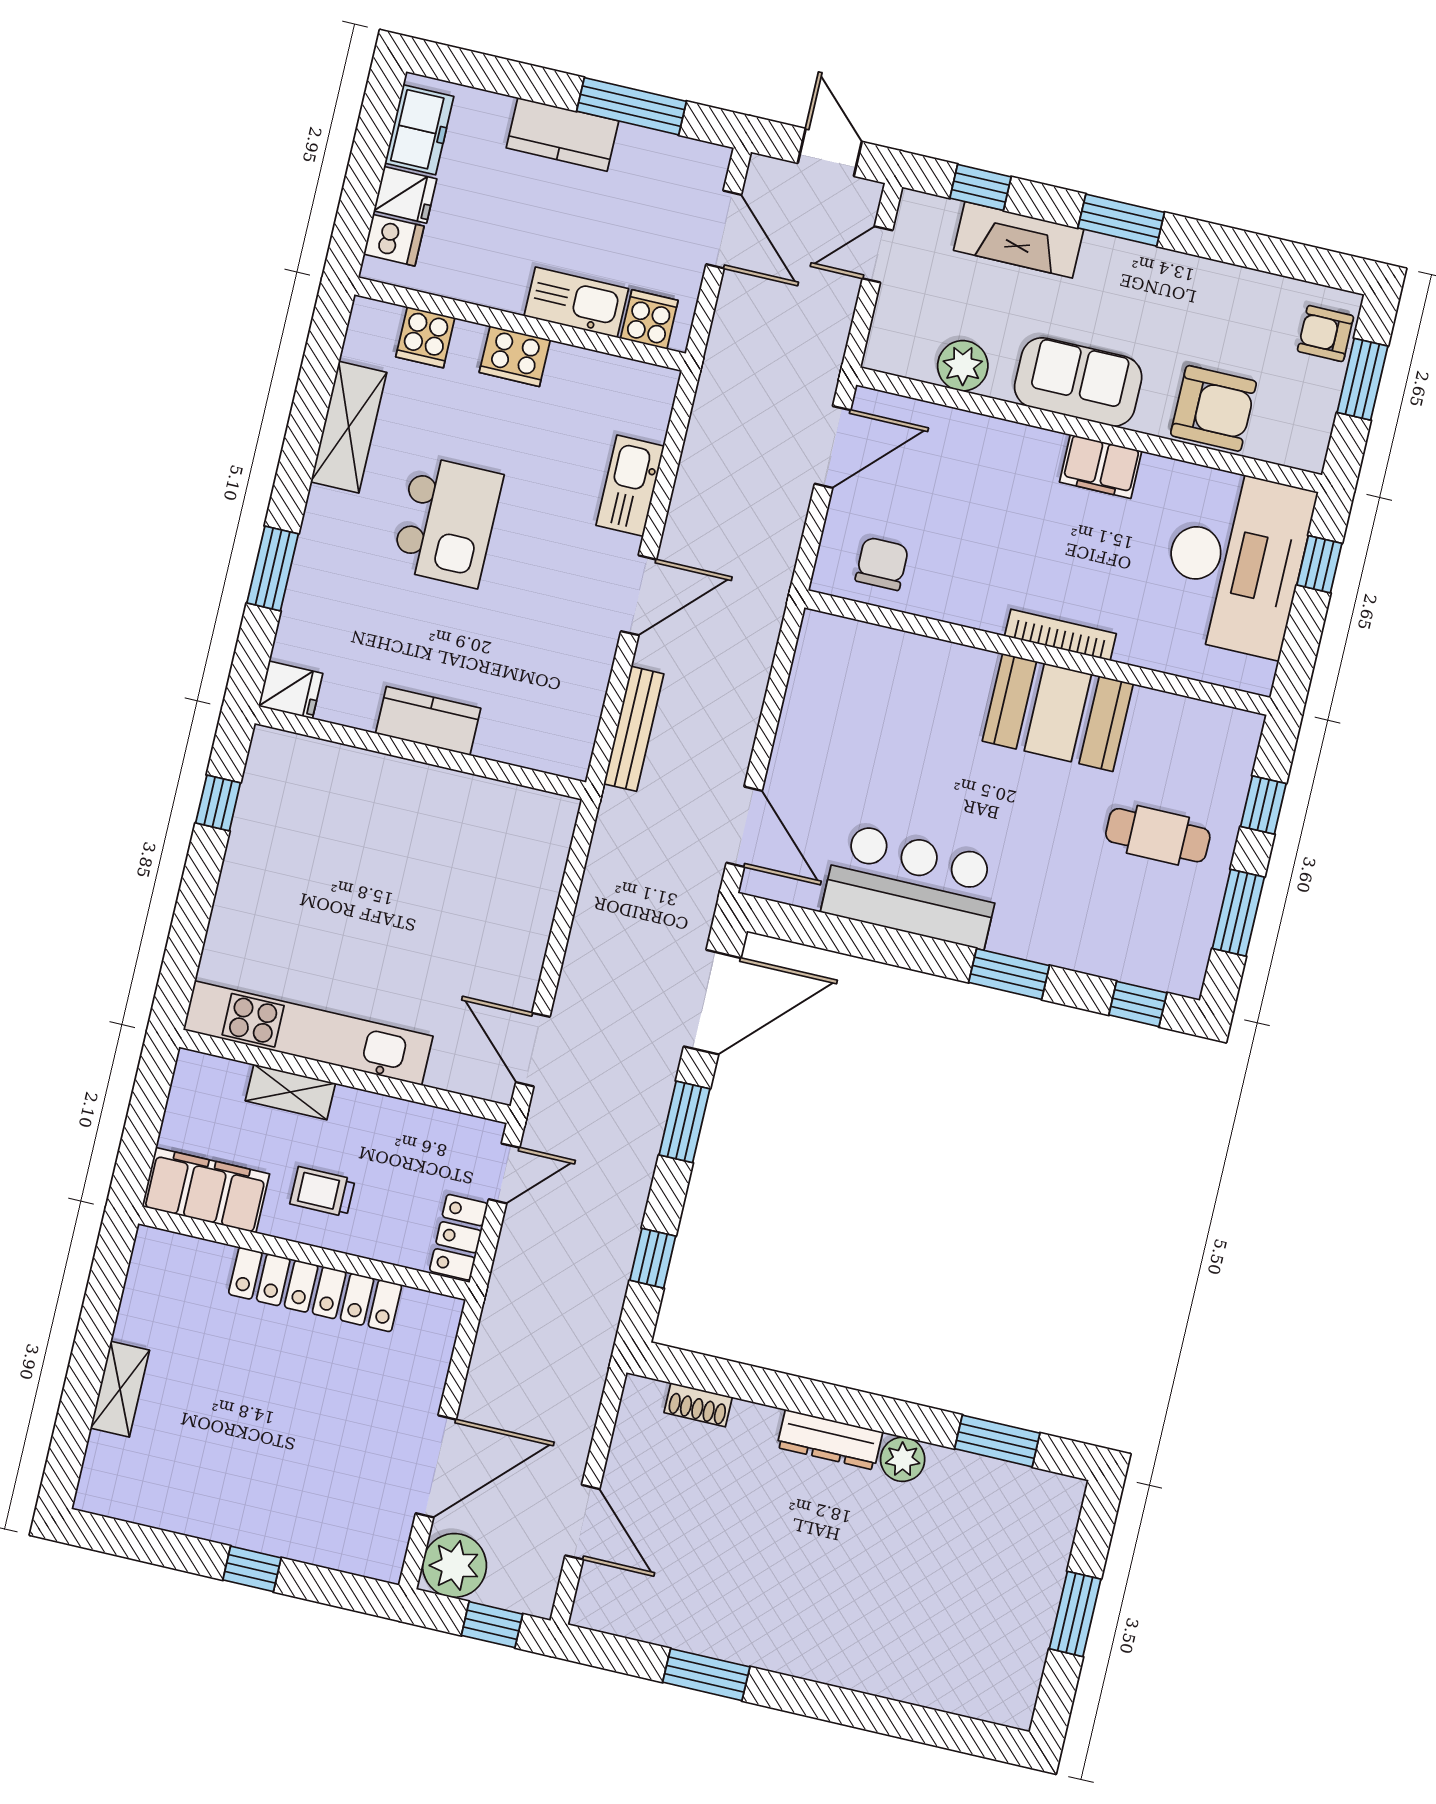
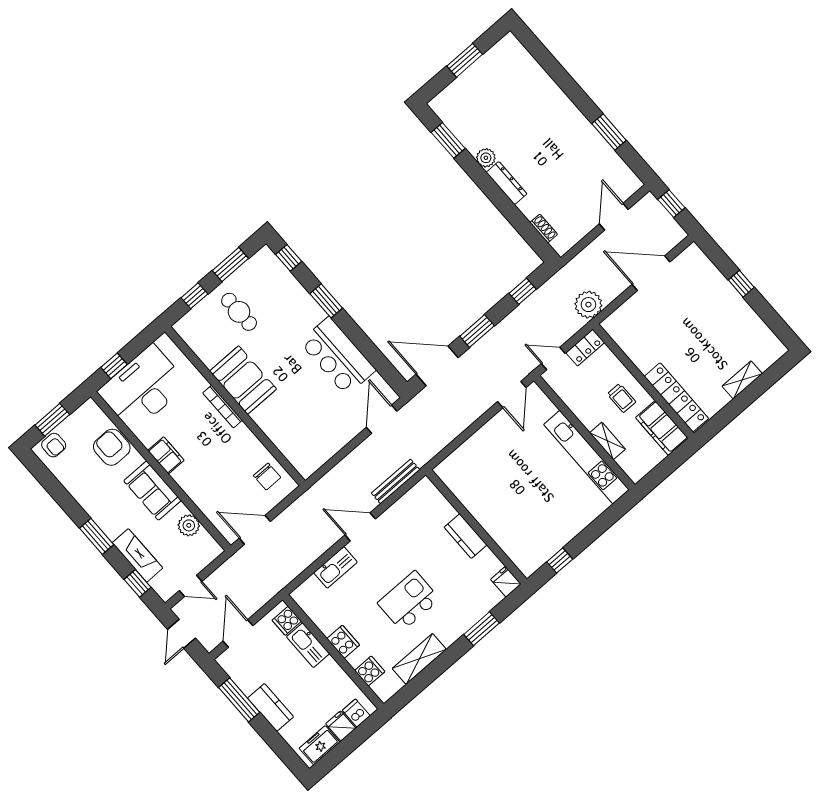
chair: (882, 564) -> (267, 476), turned -90
locker: (315, 1289) -> (676, 397), moved
plant: (454, 1565) -> (588, 305), moved

